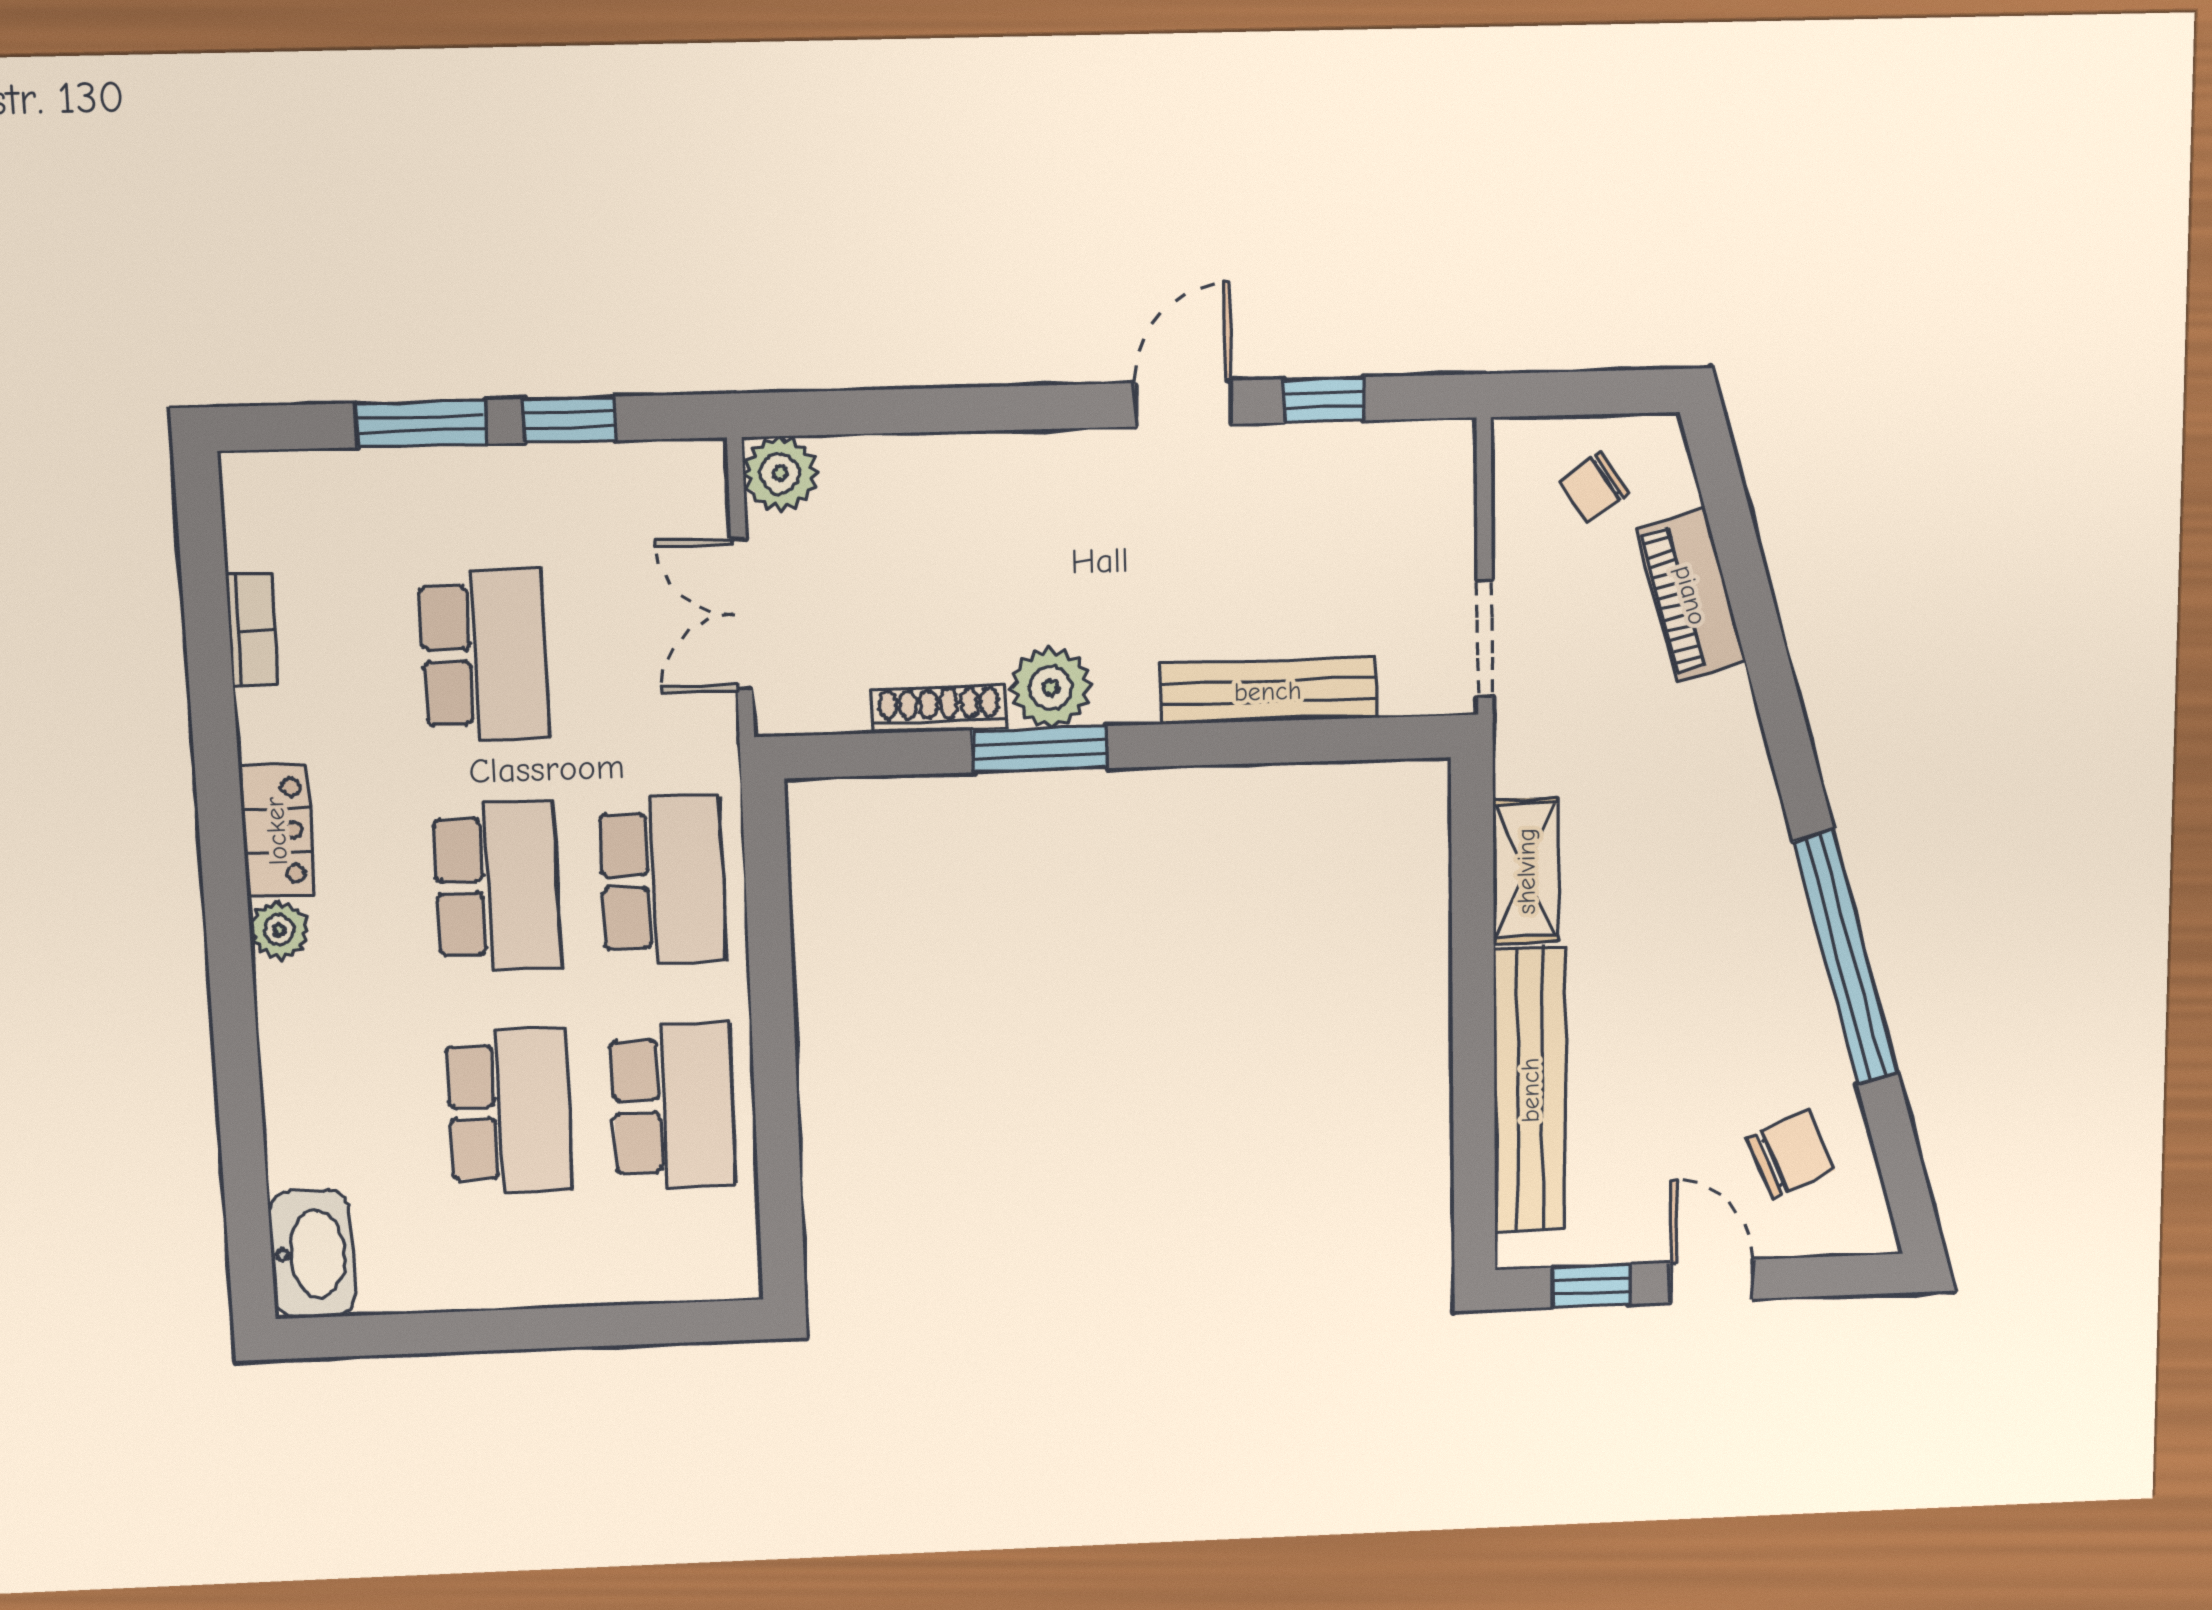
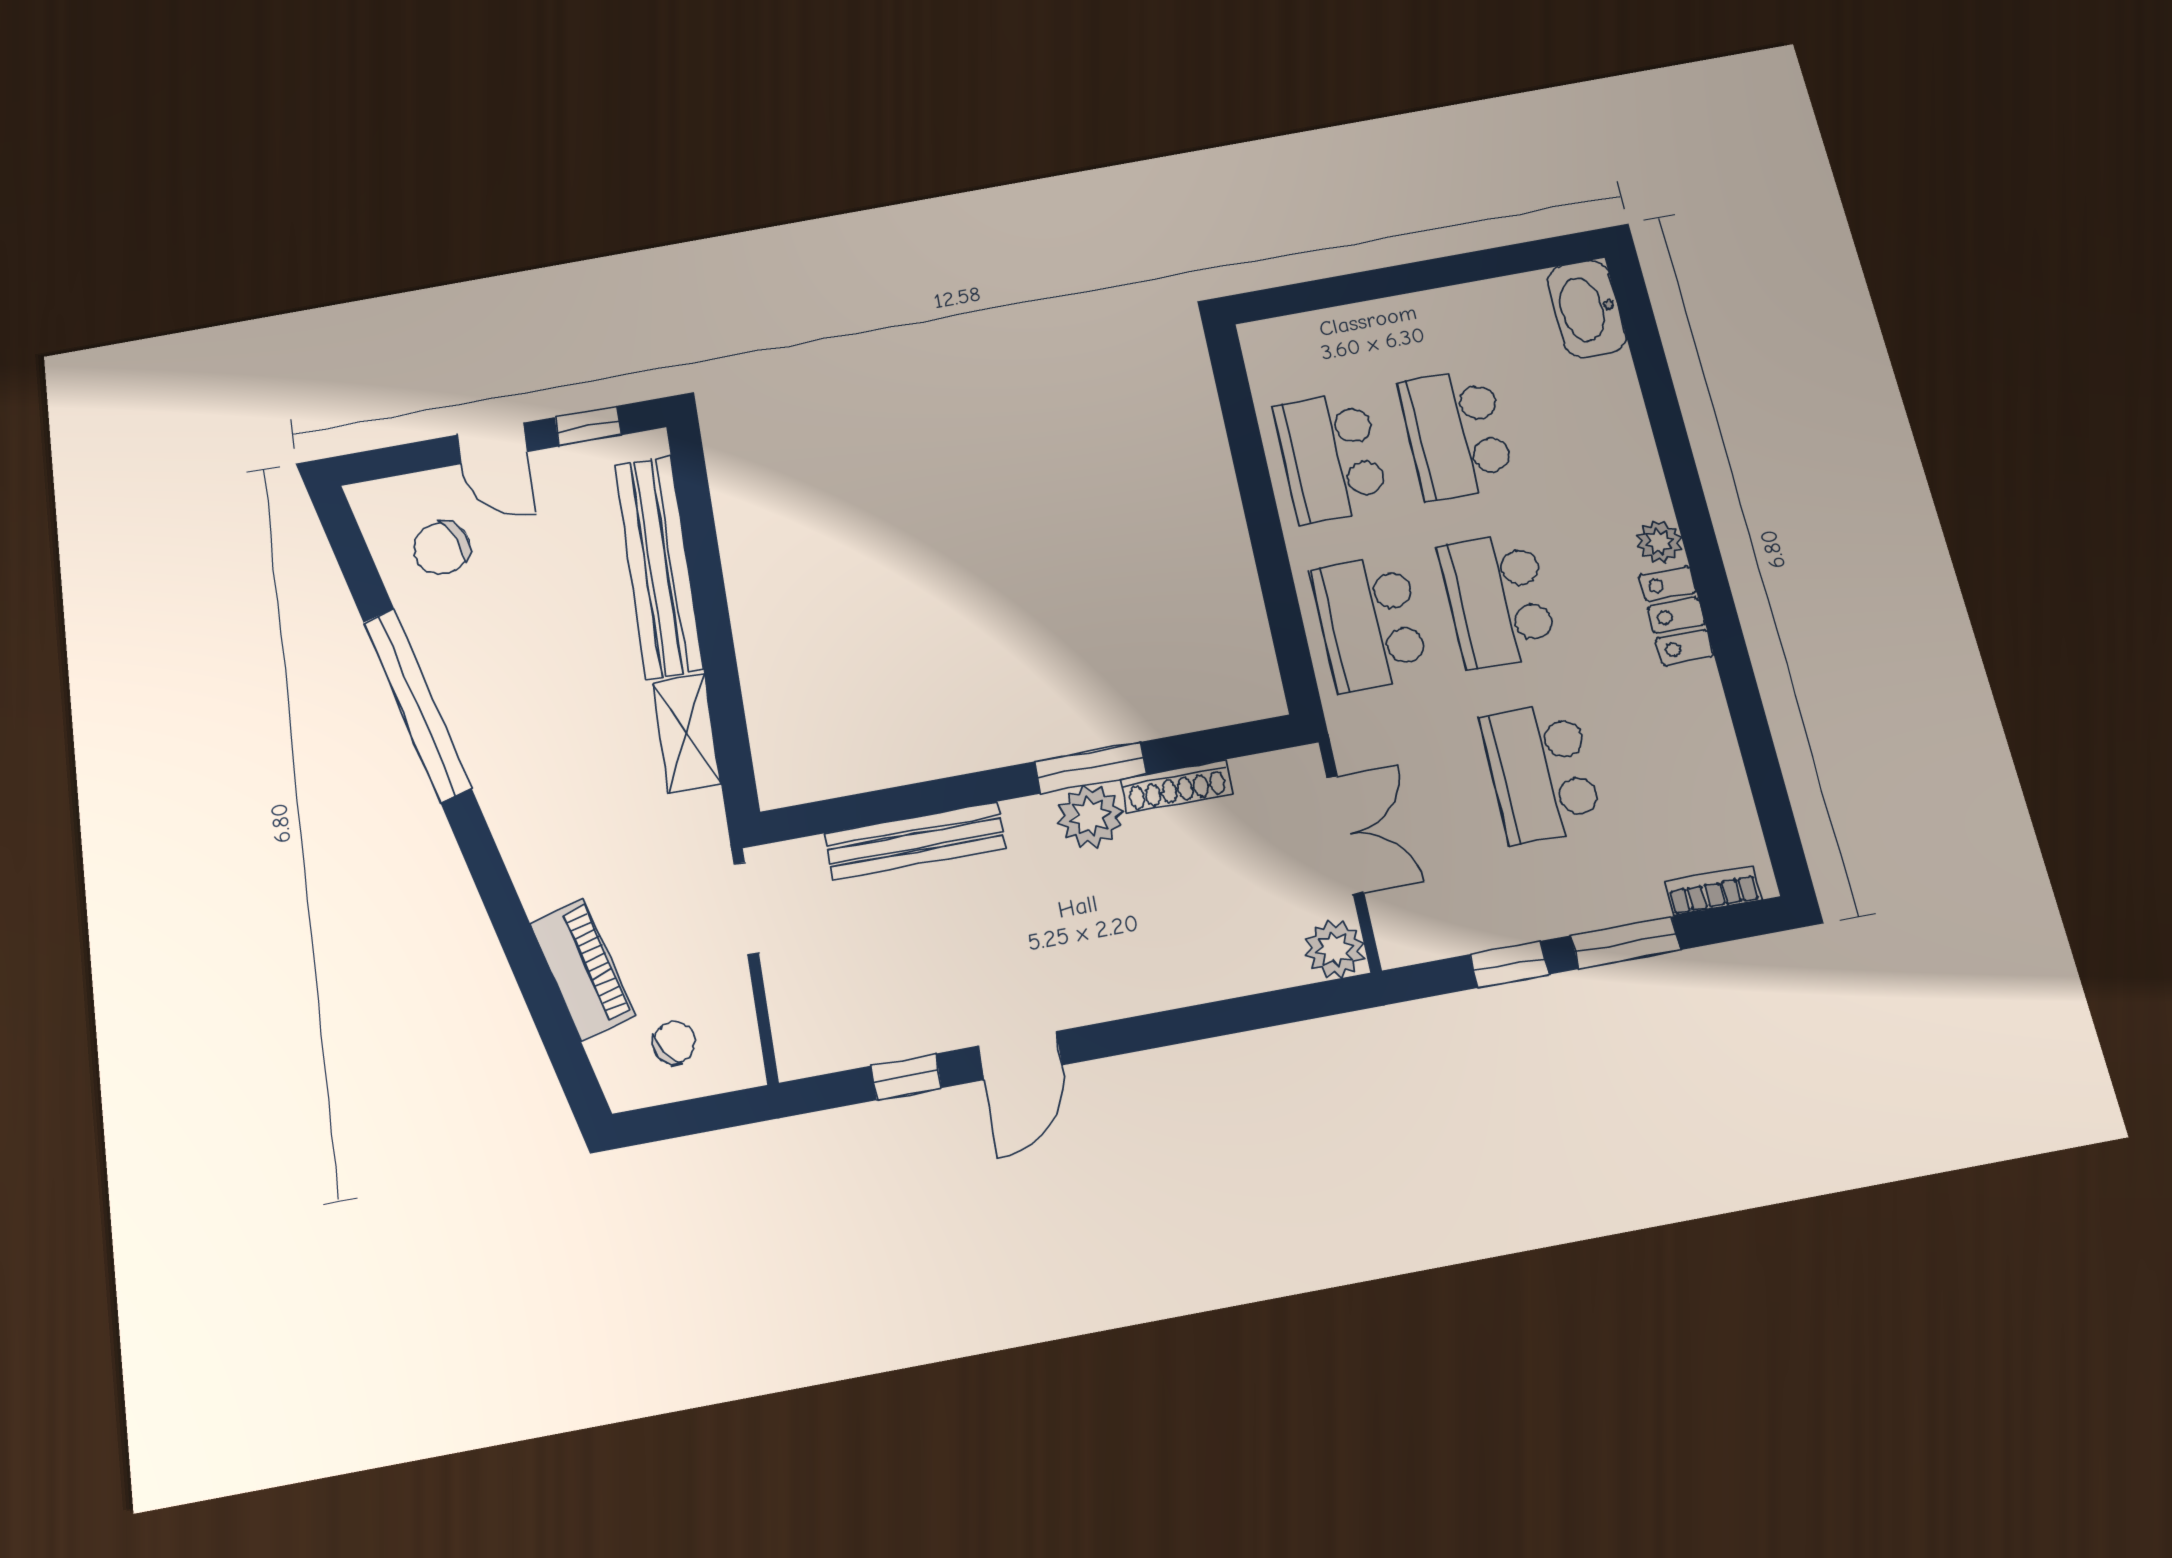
bookcase: (252, 629) -> (1713, 891), moved, turned 90

